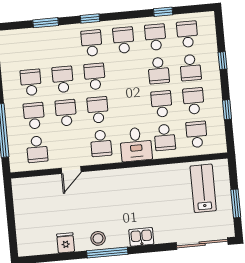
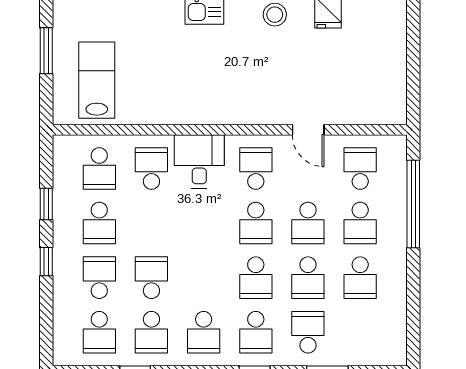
window: (222, 61) -> (46, 262), moved
school desk: (162, 104) -> (308, 332), moved, turned 180
door: (71, 170) -> (308, 130), swing flipped
lab bench: (203, 188) -> (97, 80), turned 180

